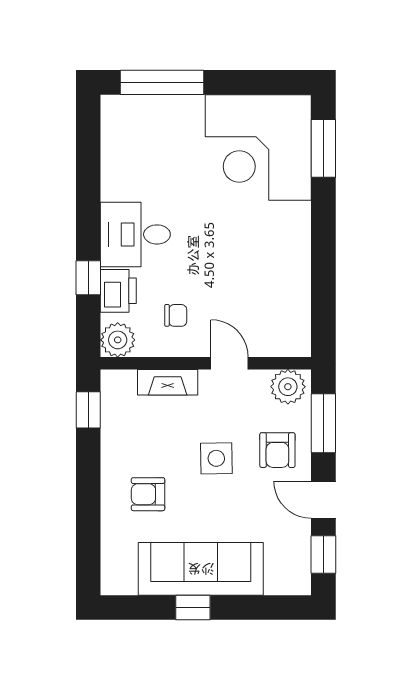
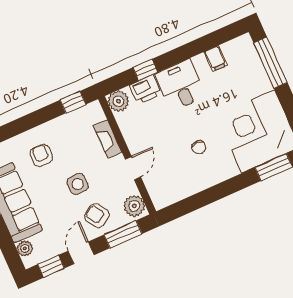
filing cabinet: (118, 163) -> (216, 58), added
chair: (176, 315) -> (199, 147), moved
armchair: (277, 450) -> (97, 216), turned 56
plant: (278, 582) -> (25, 248), added

